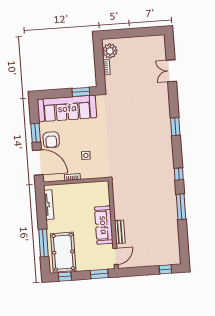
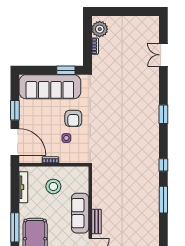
armchair: (51, 140) -> (73, 118), moved
stool: (77, 202) -> (53, 186), added

